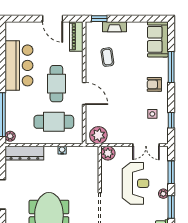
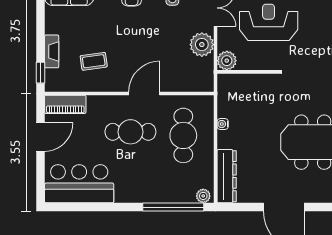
bar counter: (19, 65) -> (79, 184), moved
plant: (98, 135) -> (202, 45), moved

